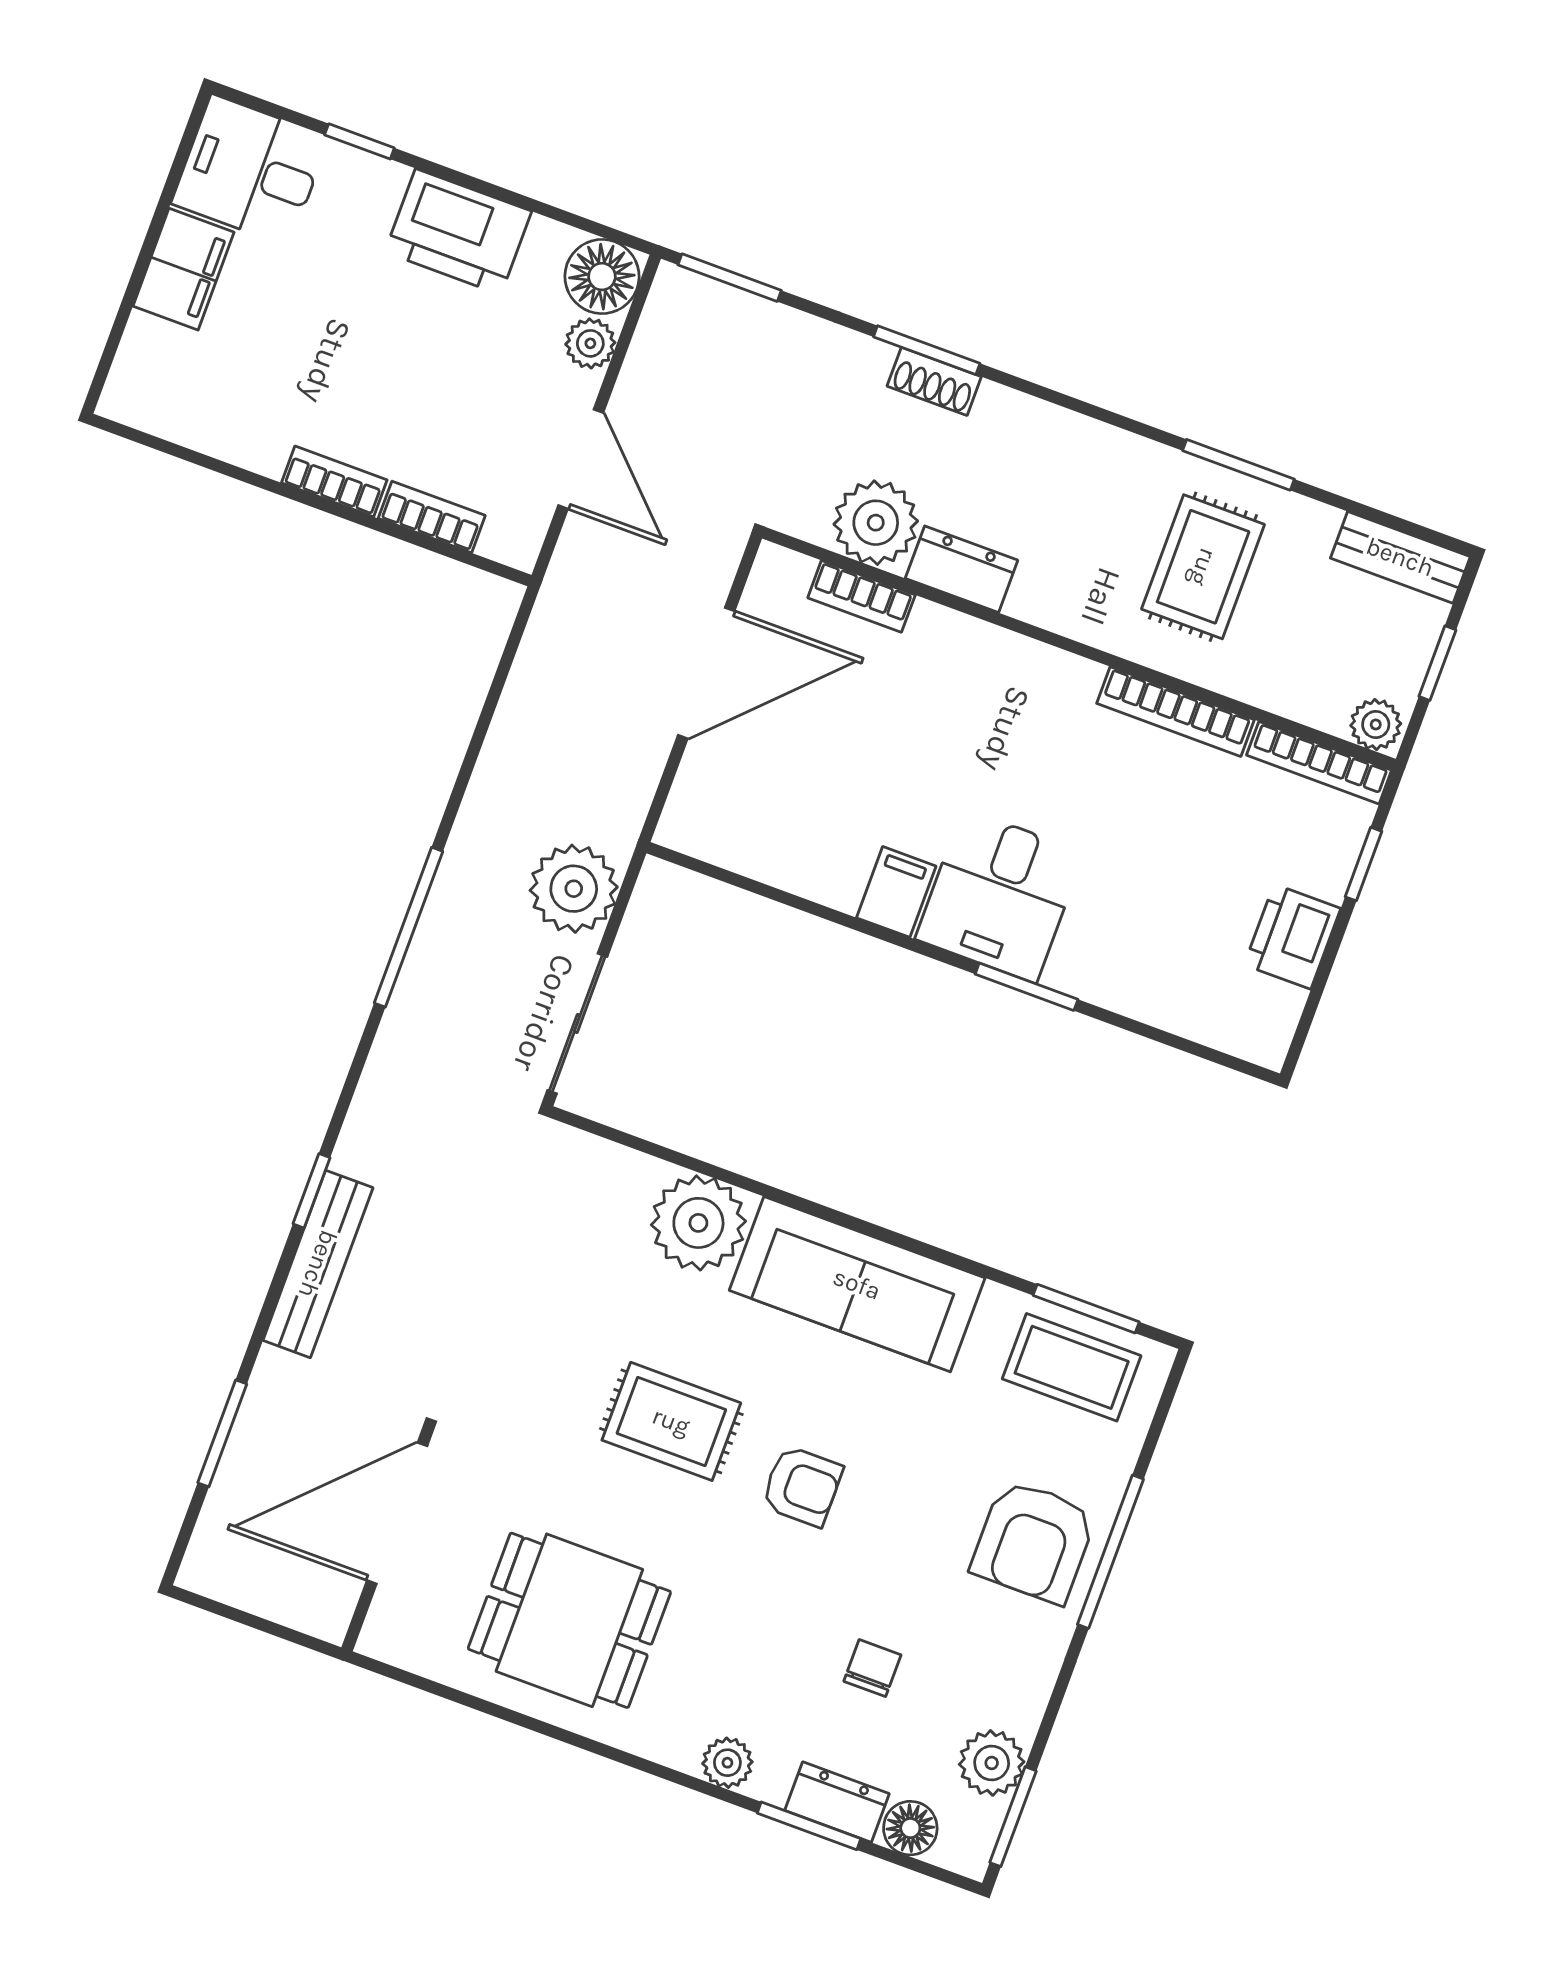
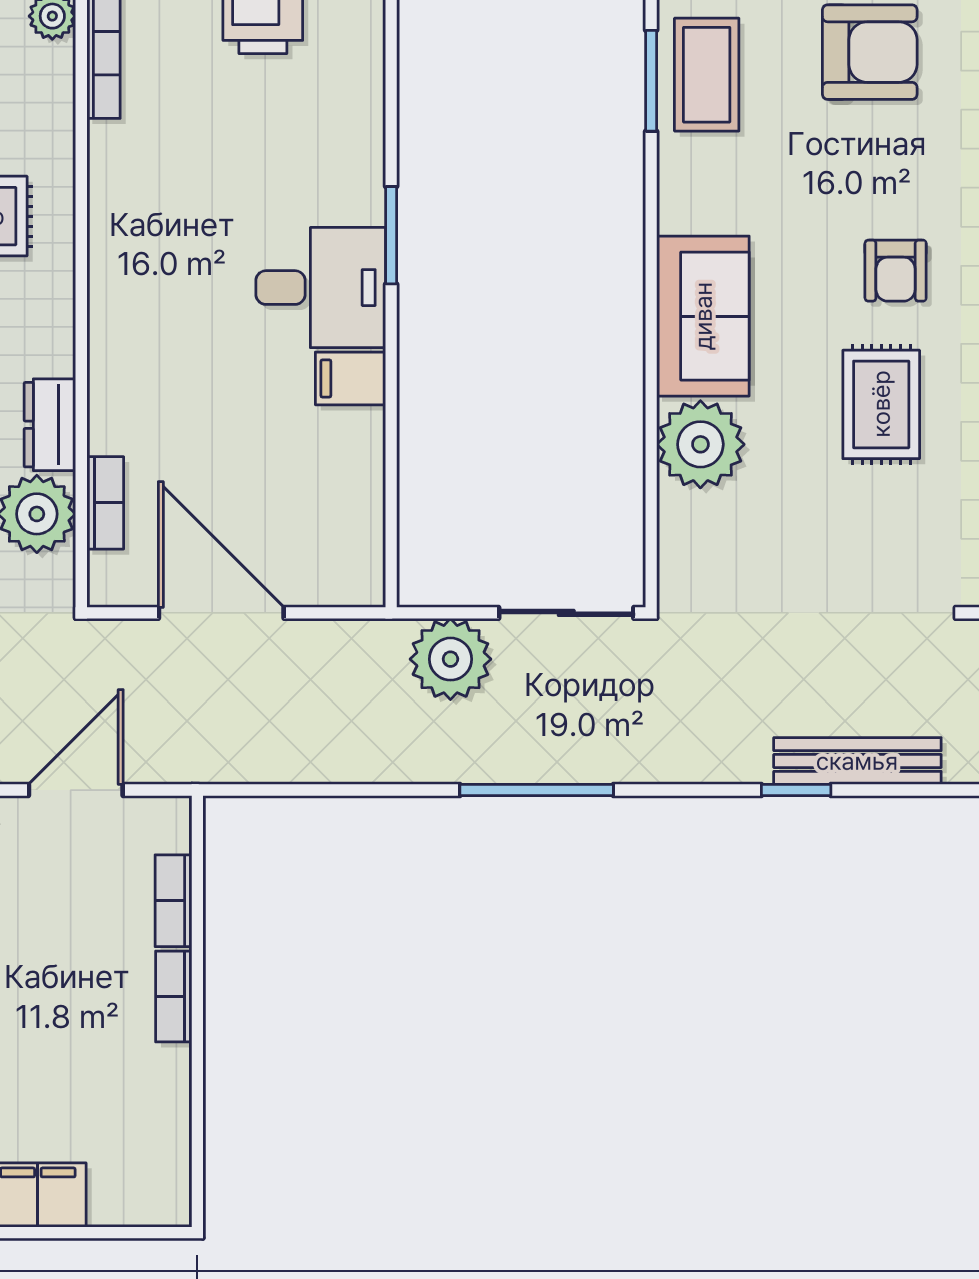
bookcase: (1176, 712) -> (105, 194), removed
sofa: (857, 1284) -> (703, 316), width x0.73
armchair: (802, 1486) -> (896, 271), turned 180

